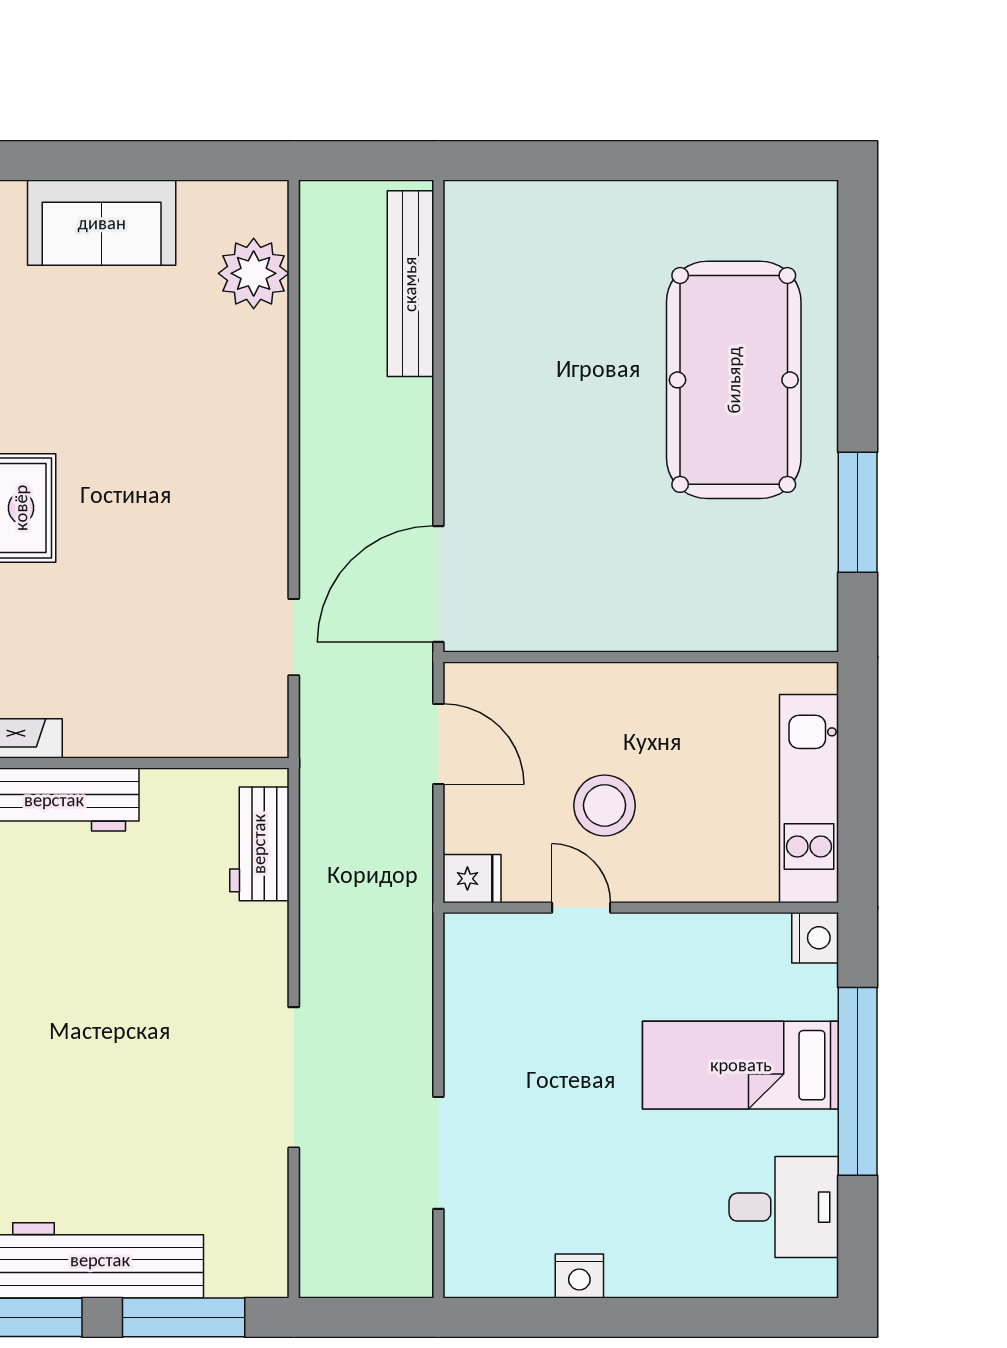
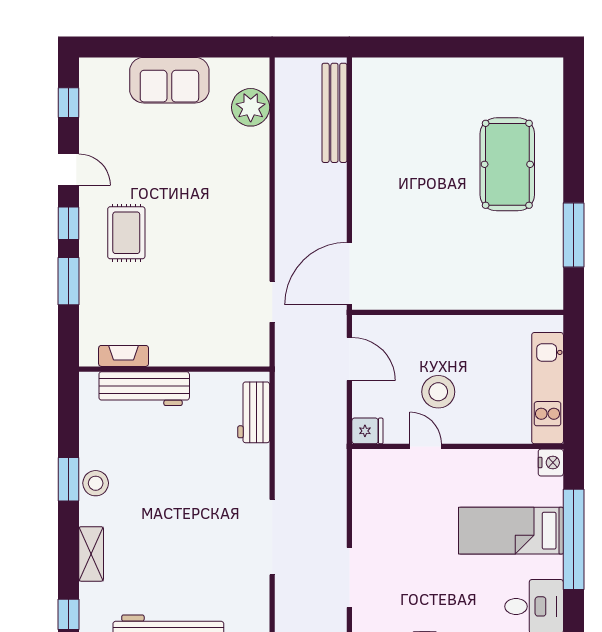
pool table: (734, 380) -> (507, 164), width x0.73, depth x0.76

